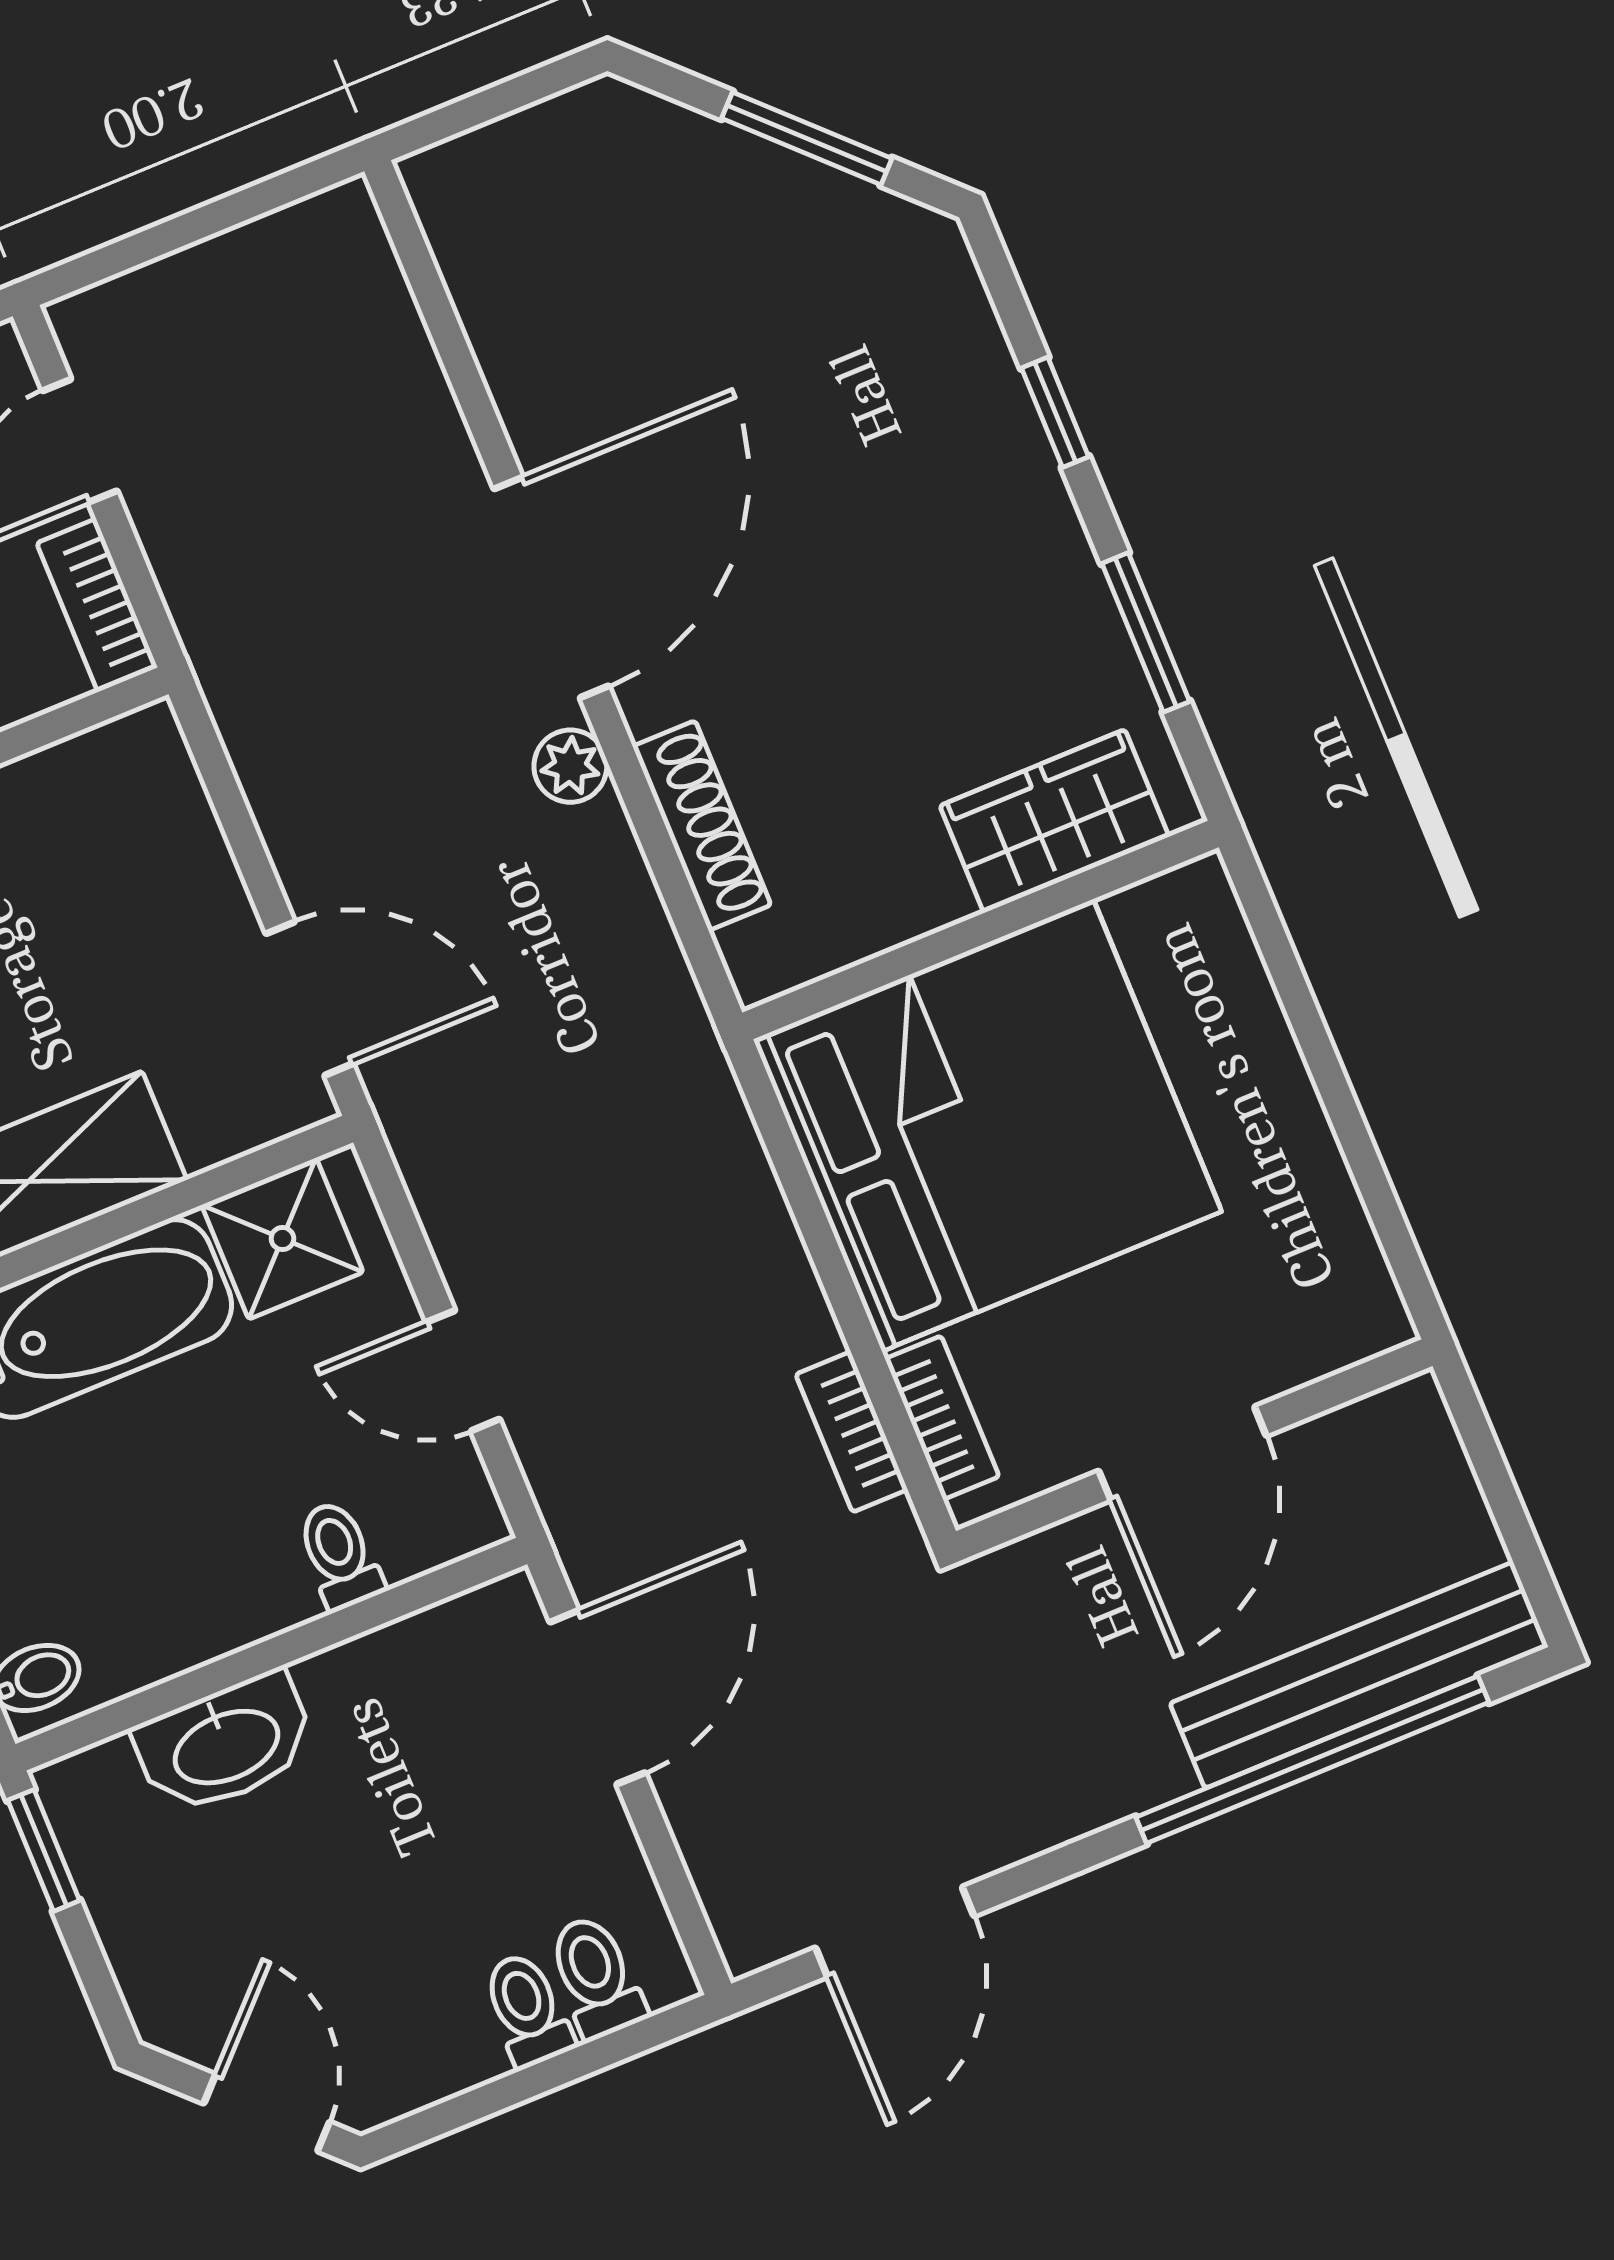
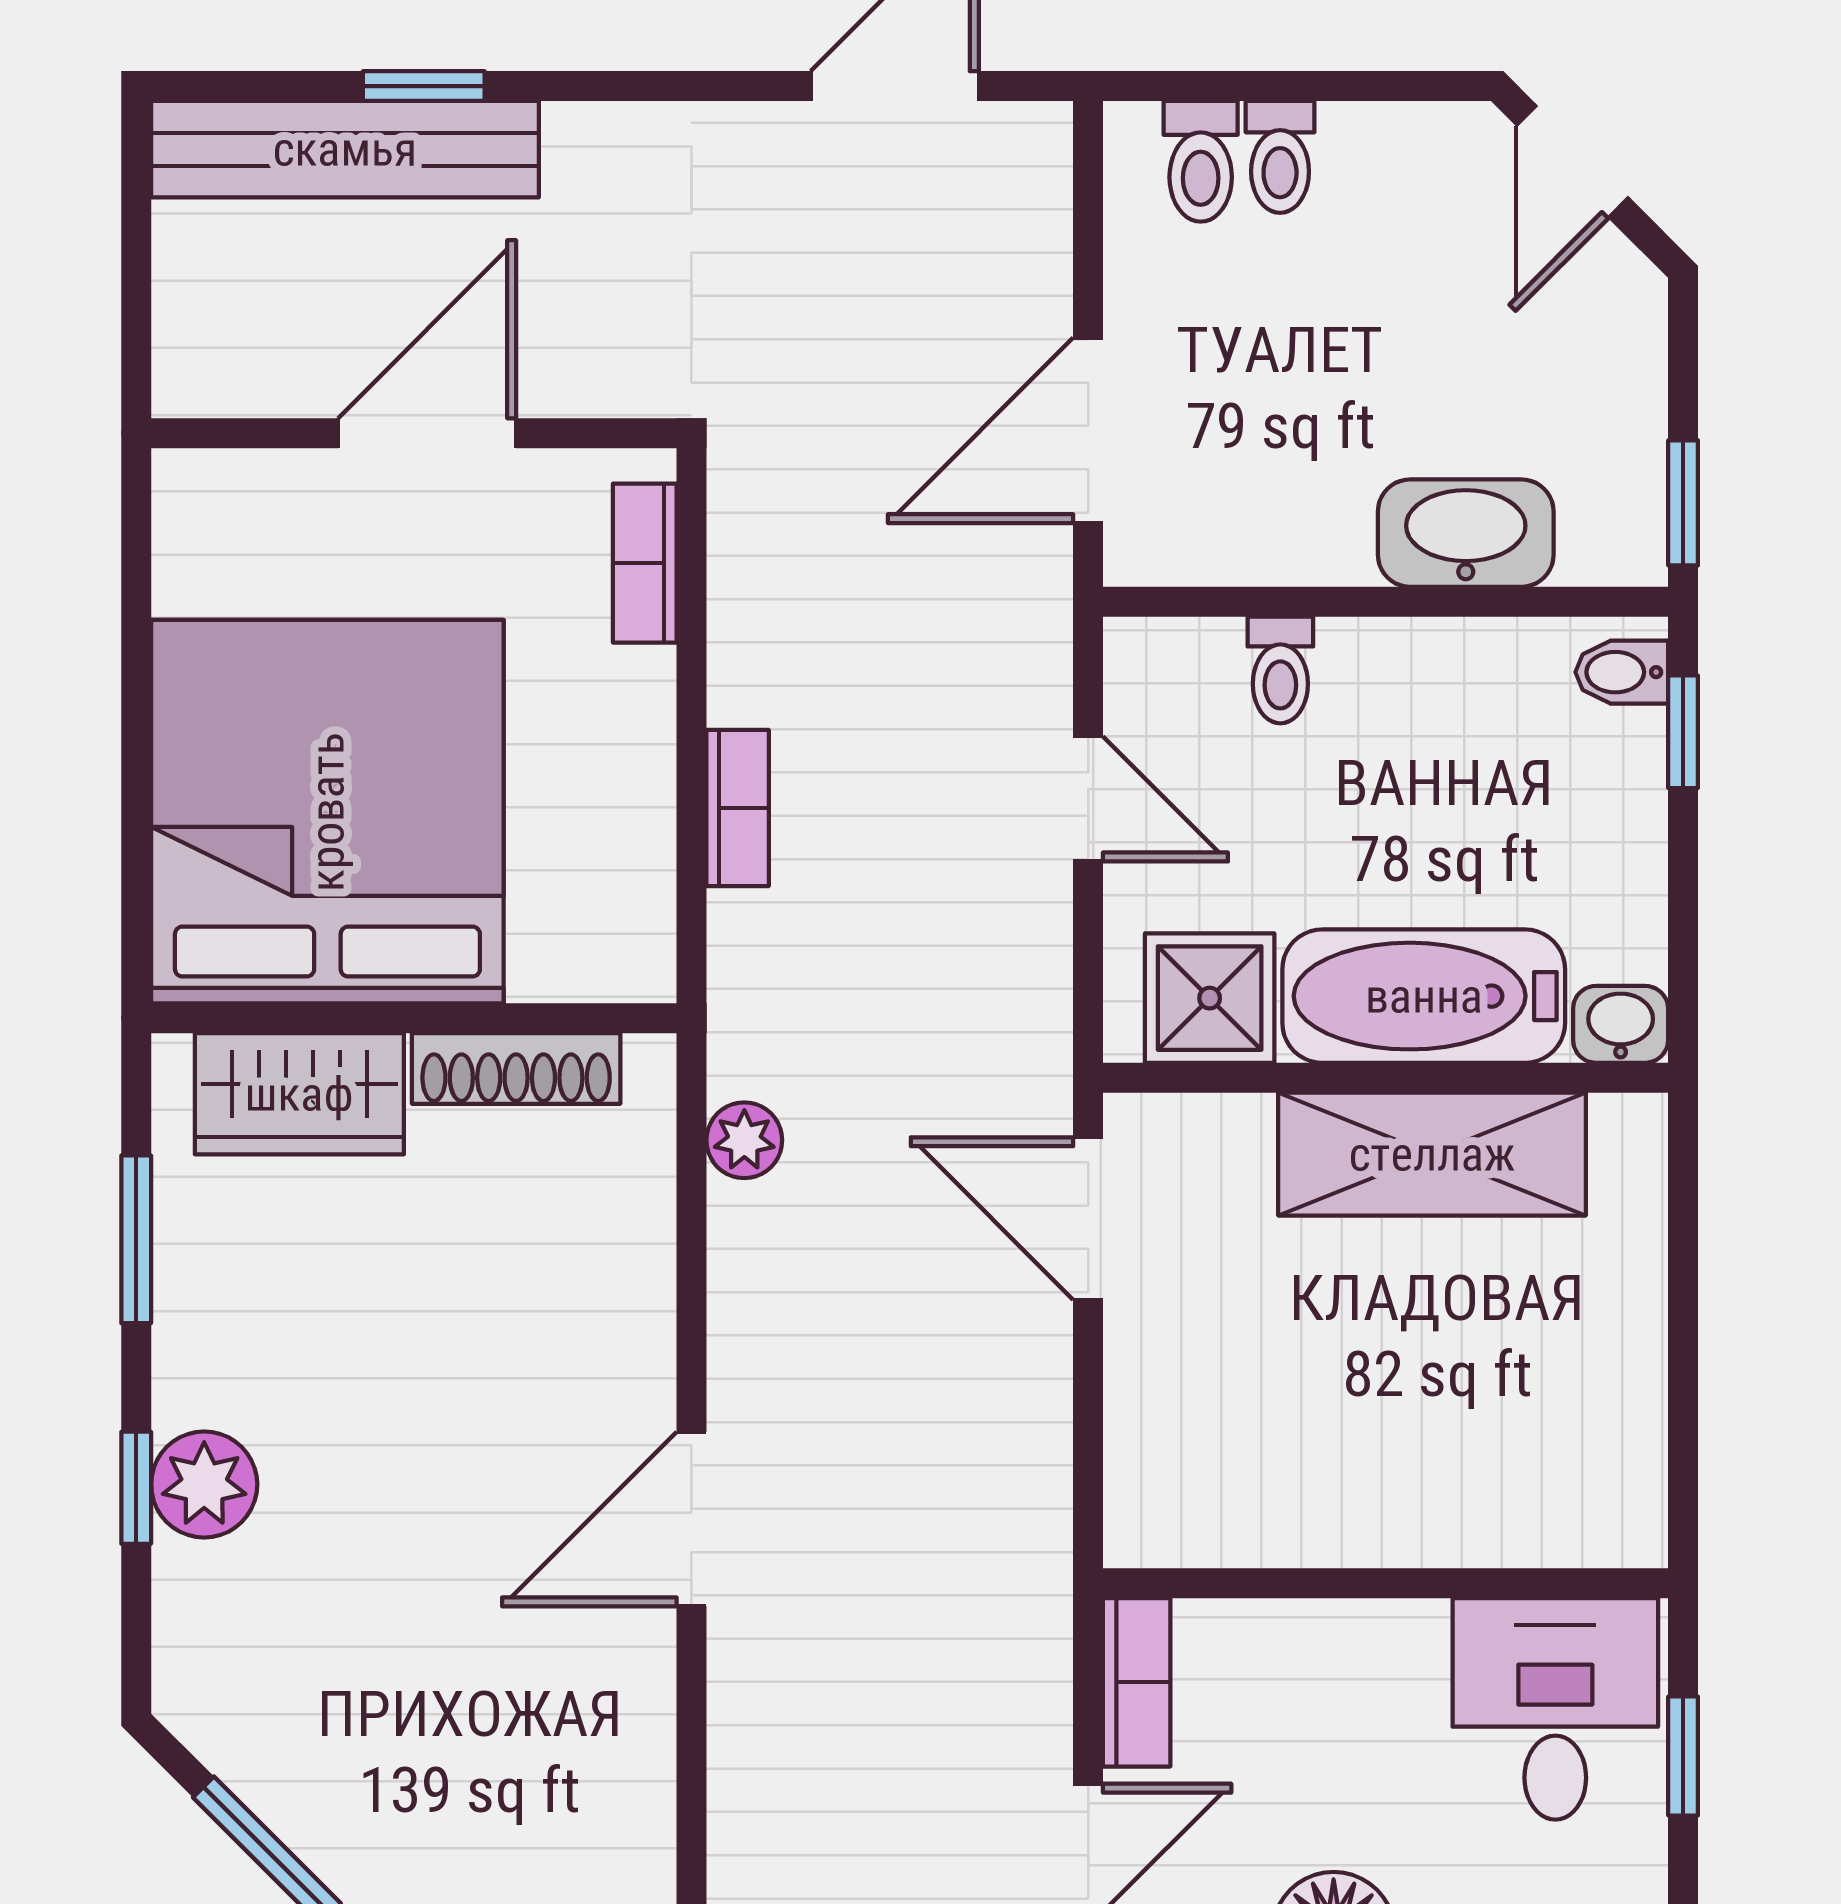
plant: (996, 440) -> (204, 1484), added
door: (551, 587) -> (691, 1519), width x0.73
plant: (570, 766) -> (744, 1140), moved
shoe rack: (702, 826) -> (516, 1068), moved, turned -90
bed: (987, 1125) -> (327, 812), moved, turned 90
bookcase: (852, 1432) -> (738, 808), moved
window: (1312, 1760) -> (424, 86), width x0.32

